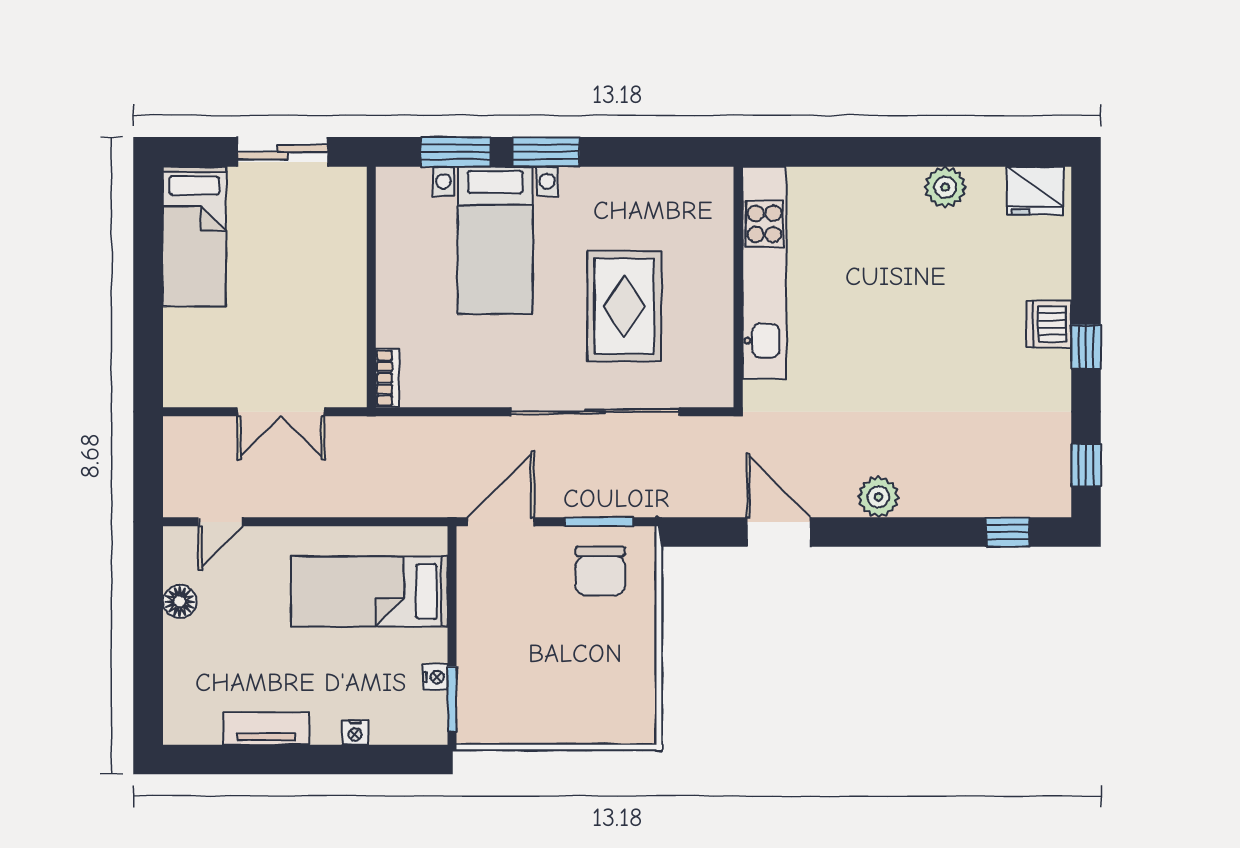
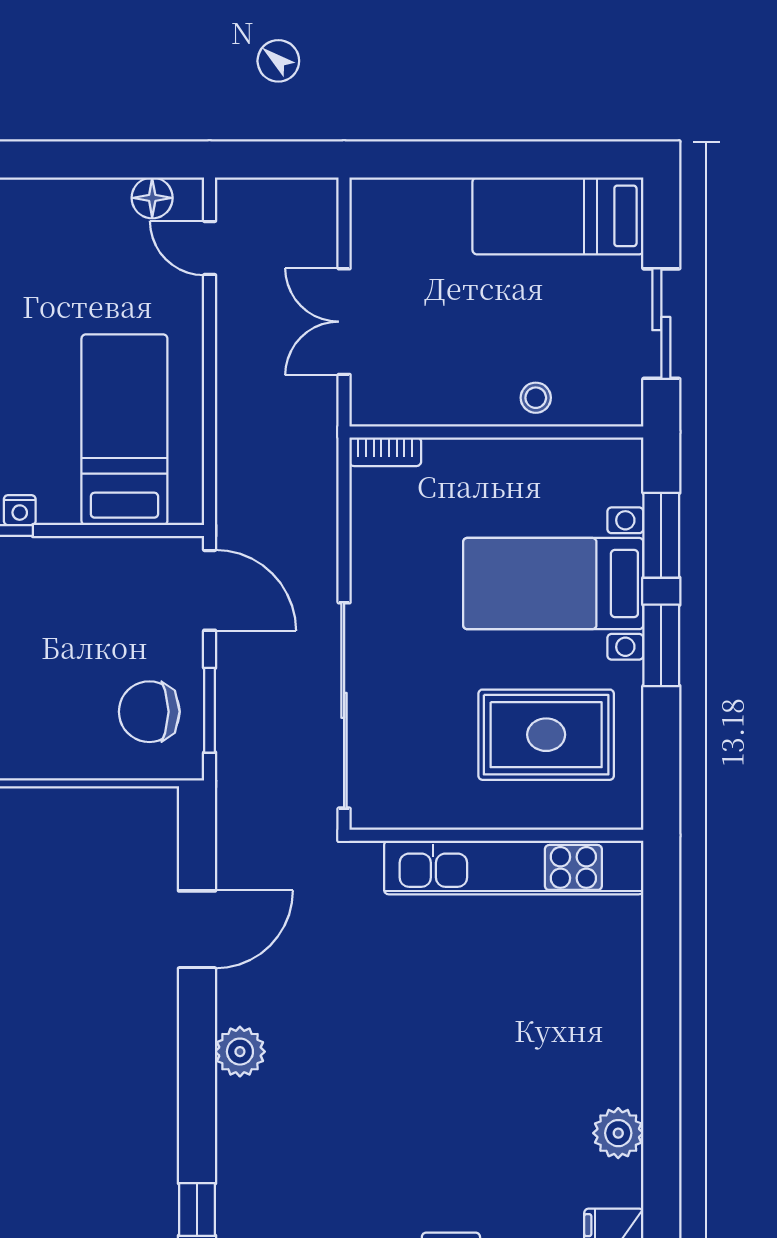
stool: (343, 255) -> (536, 398), added
kitchen unit: (764, 273) -> (514, 867), moved
wall: (738, 287) -> (496, 835), moved
rug: (624, 306) -> (546, 735), moved
floor lamp: (180, 602) -> (152, 198), moved

